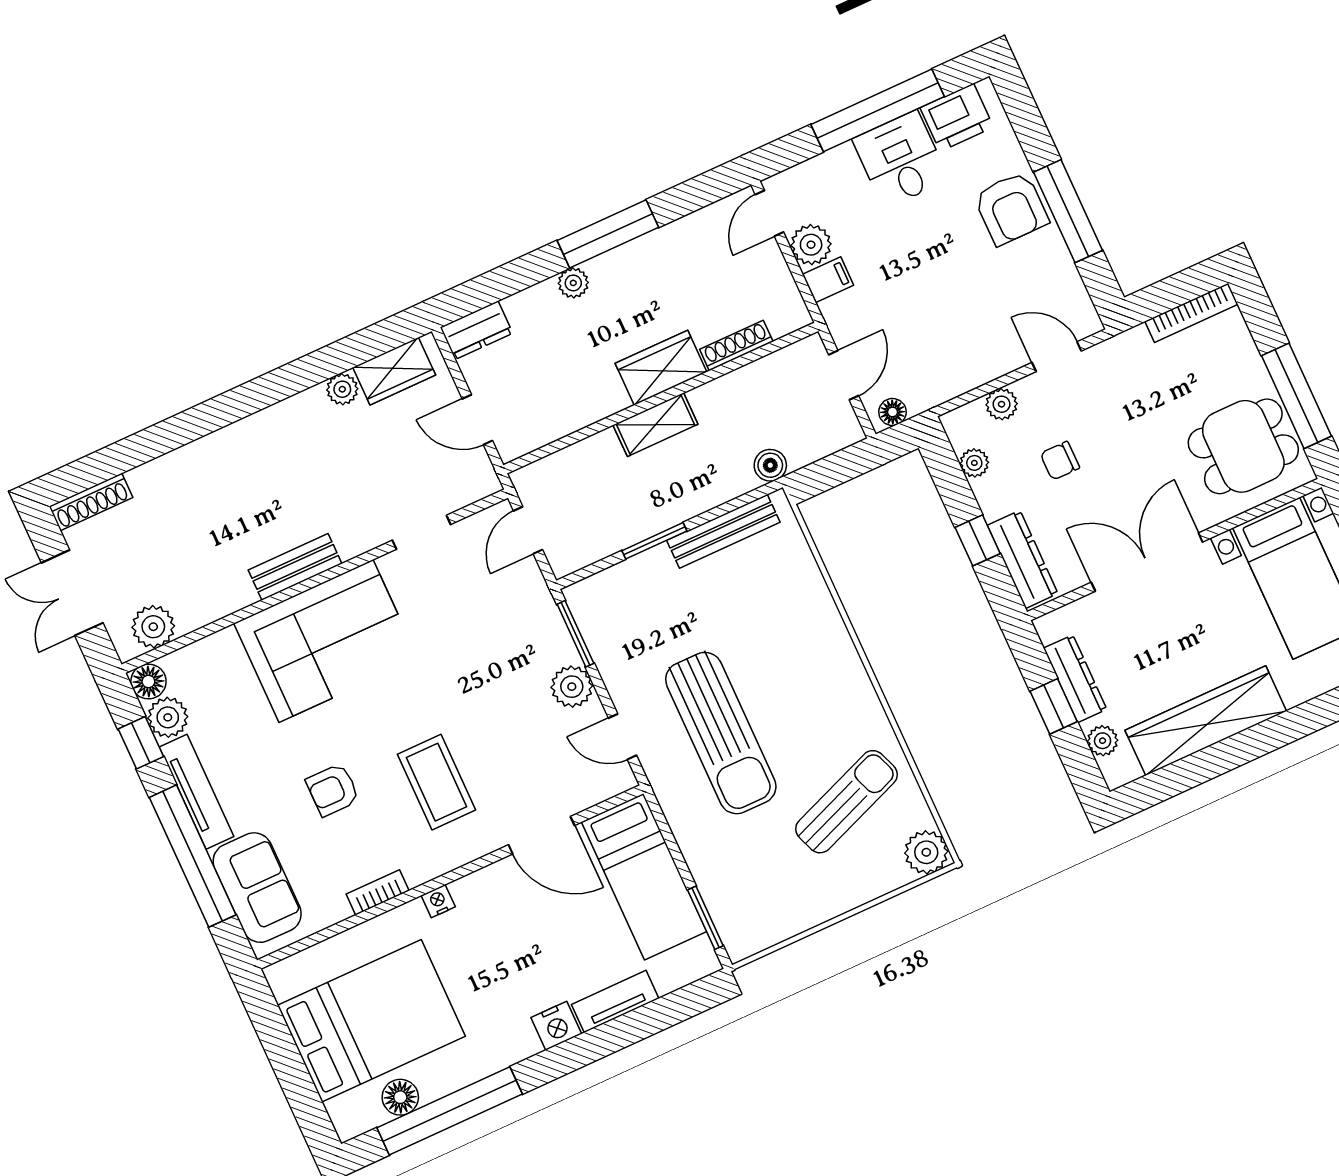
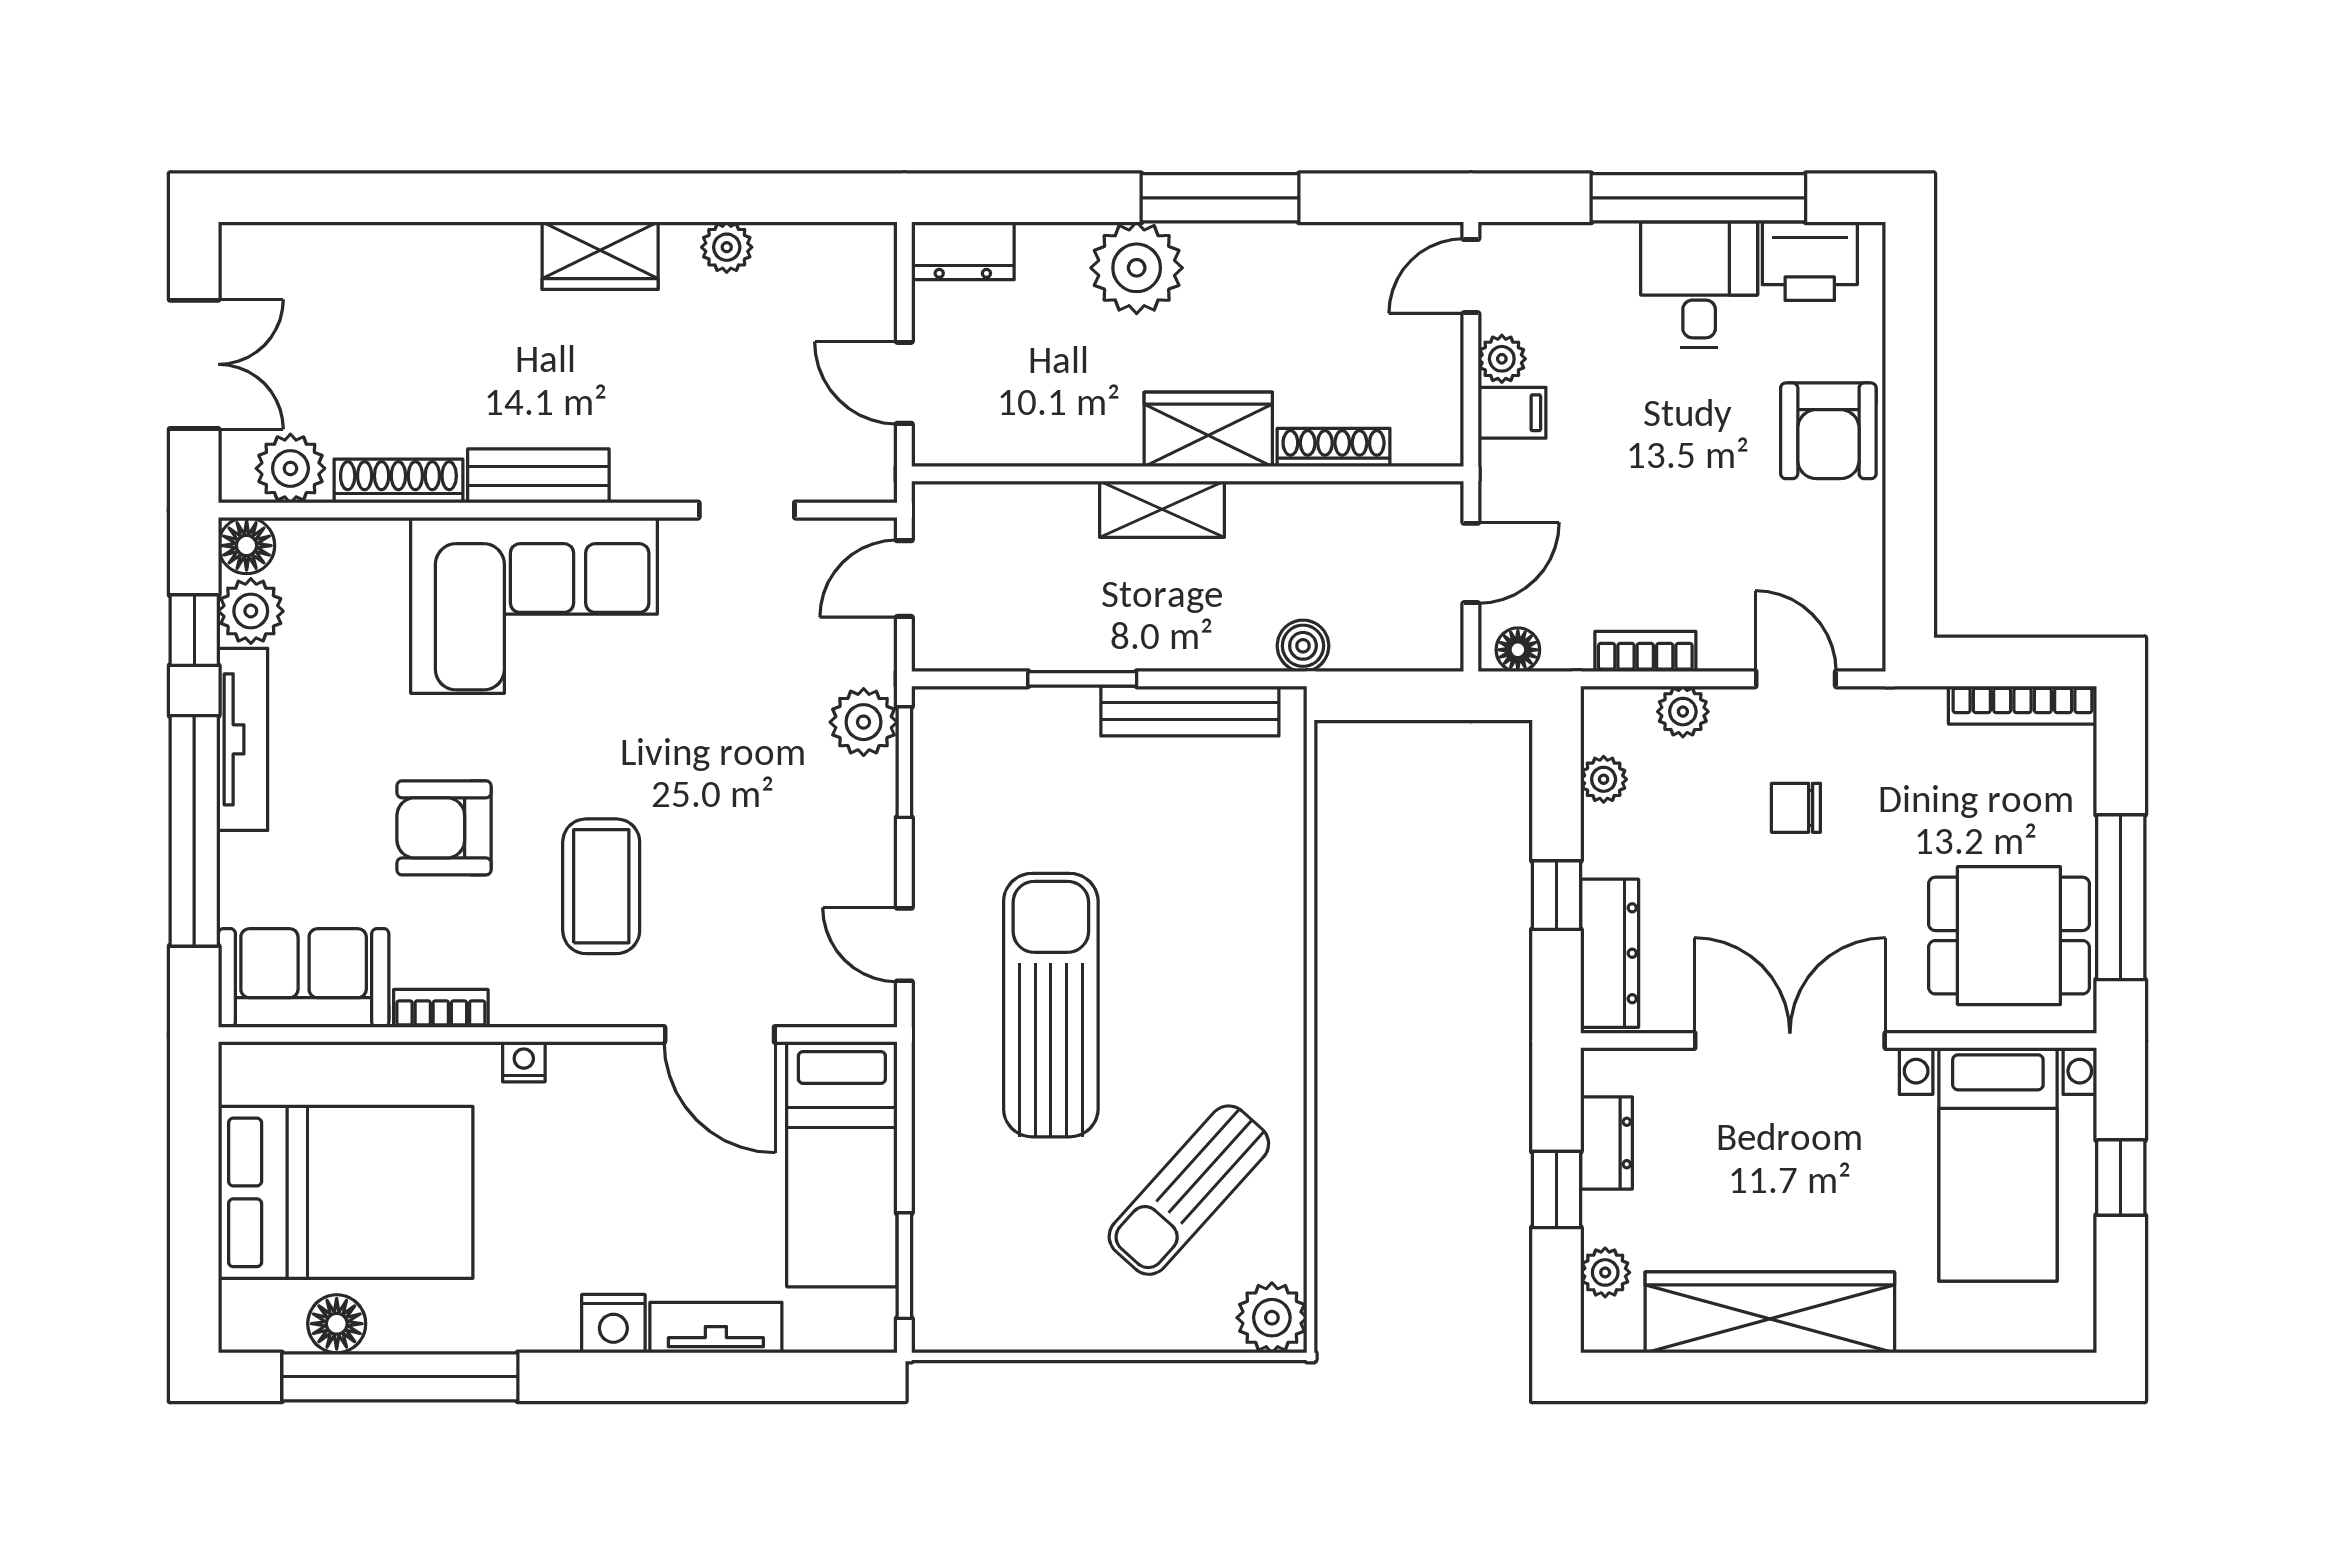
window: (1068, 211) -> (1910, 473), removed
plant: (811, 245) -> (1502, 359), width x0.73, depth x0.73
plant: (573, 283) -> (1137, 268), width x1.88, depth x1.88
wardrobe: (394, 371) -> (600, 256), moved
bookcase: (965, 380) -> (1645, 651), added
chair: (1060, 461) -> (1796, 808), moved
shoe rack: (91, 502) -> (398, 481), moved, turned 180
double door: (72, 593) -> (194, 364), swing flipped
dresser: (1075, 679) -> (1607, 1143), width x0.70
plant: (572, 687) -> (864, 722), moved
sun lounger: (721, 733) -> (1051, 1005), turned 180
armchair: (333, 790) -> (444, 828), width x1.38, depth x1.38
sun lounger: (846, 802) -> (1189, 1190), turned 153
sofa: (257, 888) -> (304, 978), moved, turned -90

